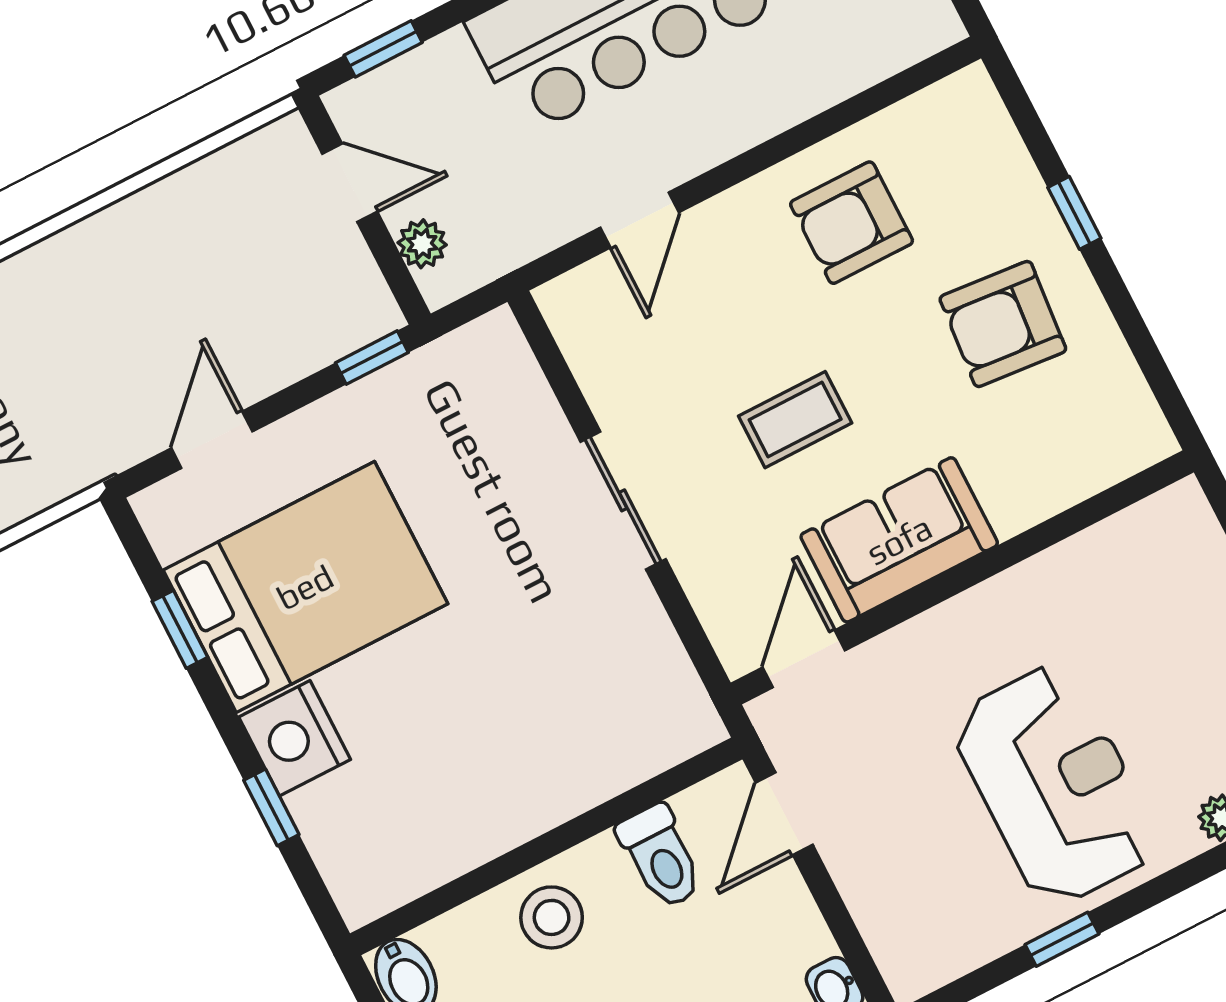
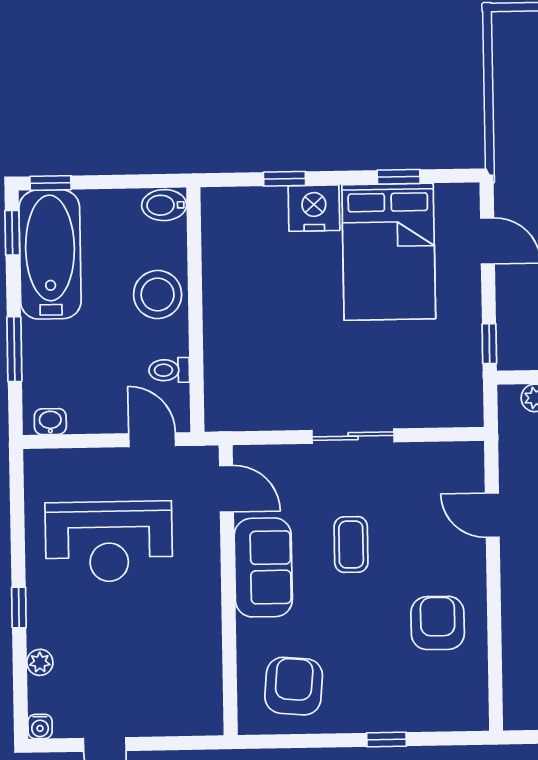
armchair: (1003, 324) -> (294, 686), moved
reception desk: (1055, 785) -> (109, 541), moved
toilet: (661, 857) -> (169, 370), width x0.73, depth x0.72
stool: (552, 917) -> (158, 294), width x1.38, depth x1.38
window: (1062, 939) -> (19, 608), moved

